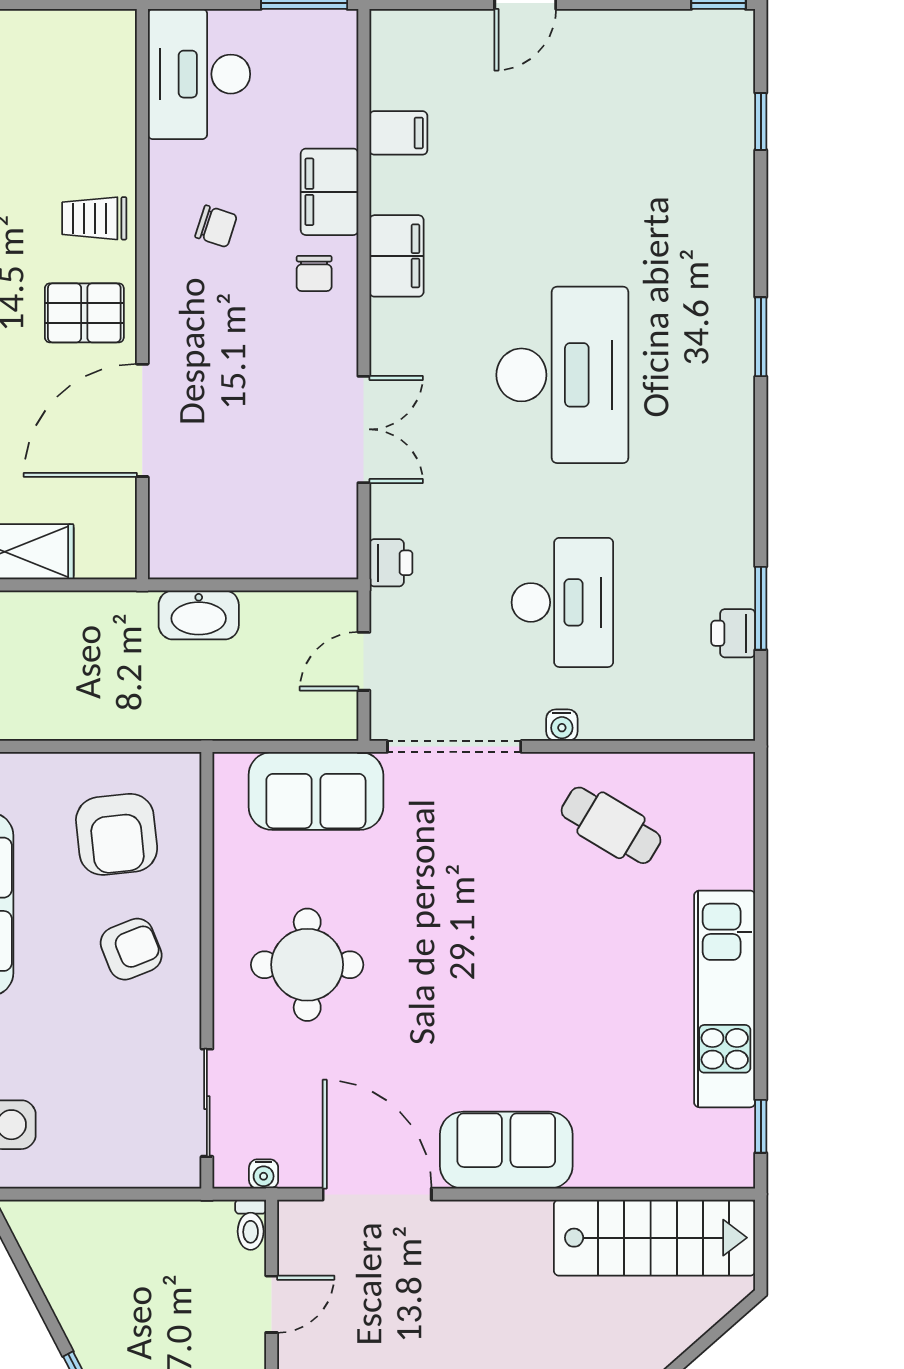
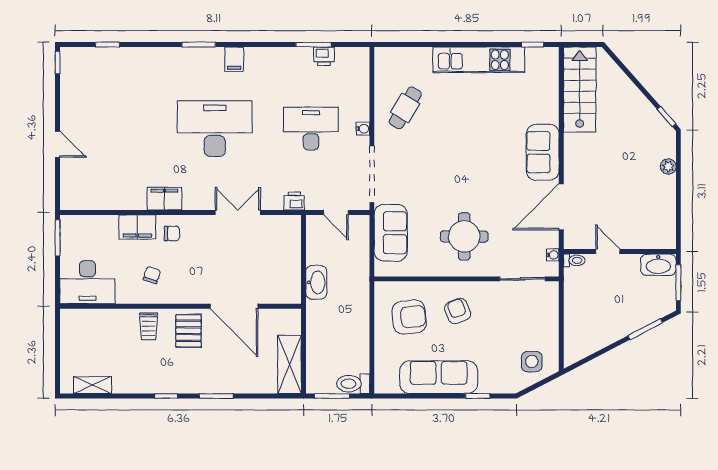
filing cabinet: (398, 133) -> (234, 59), moved, turned 180

